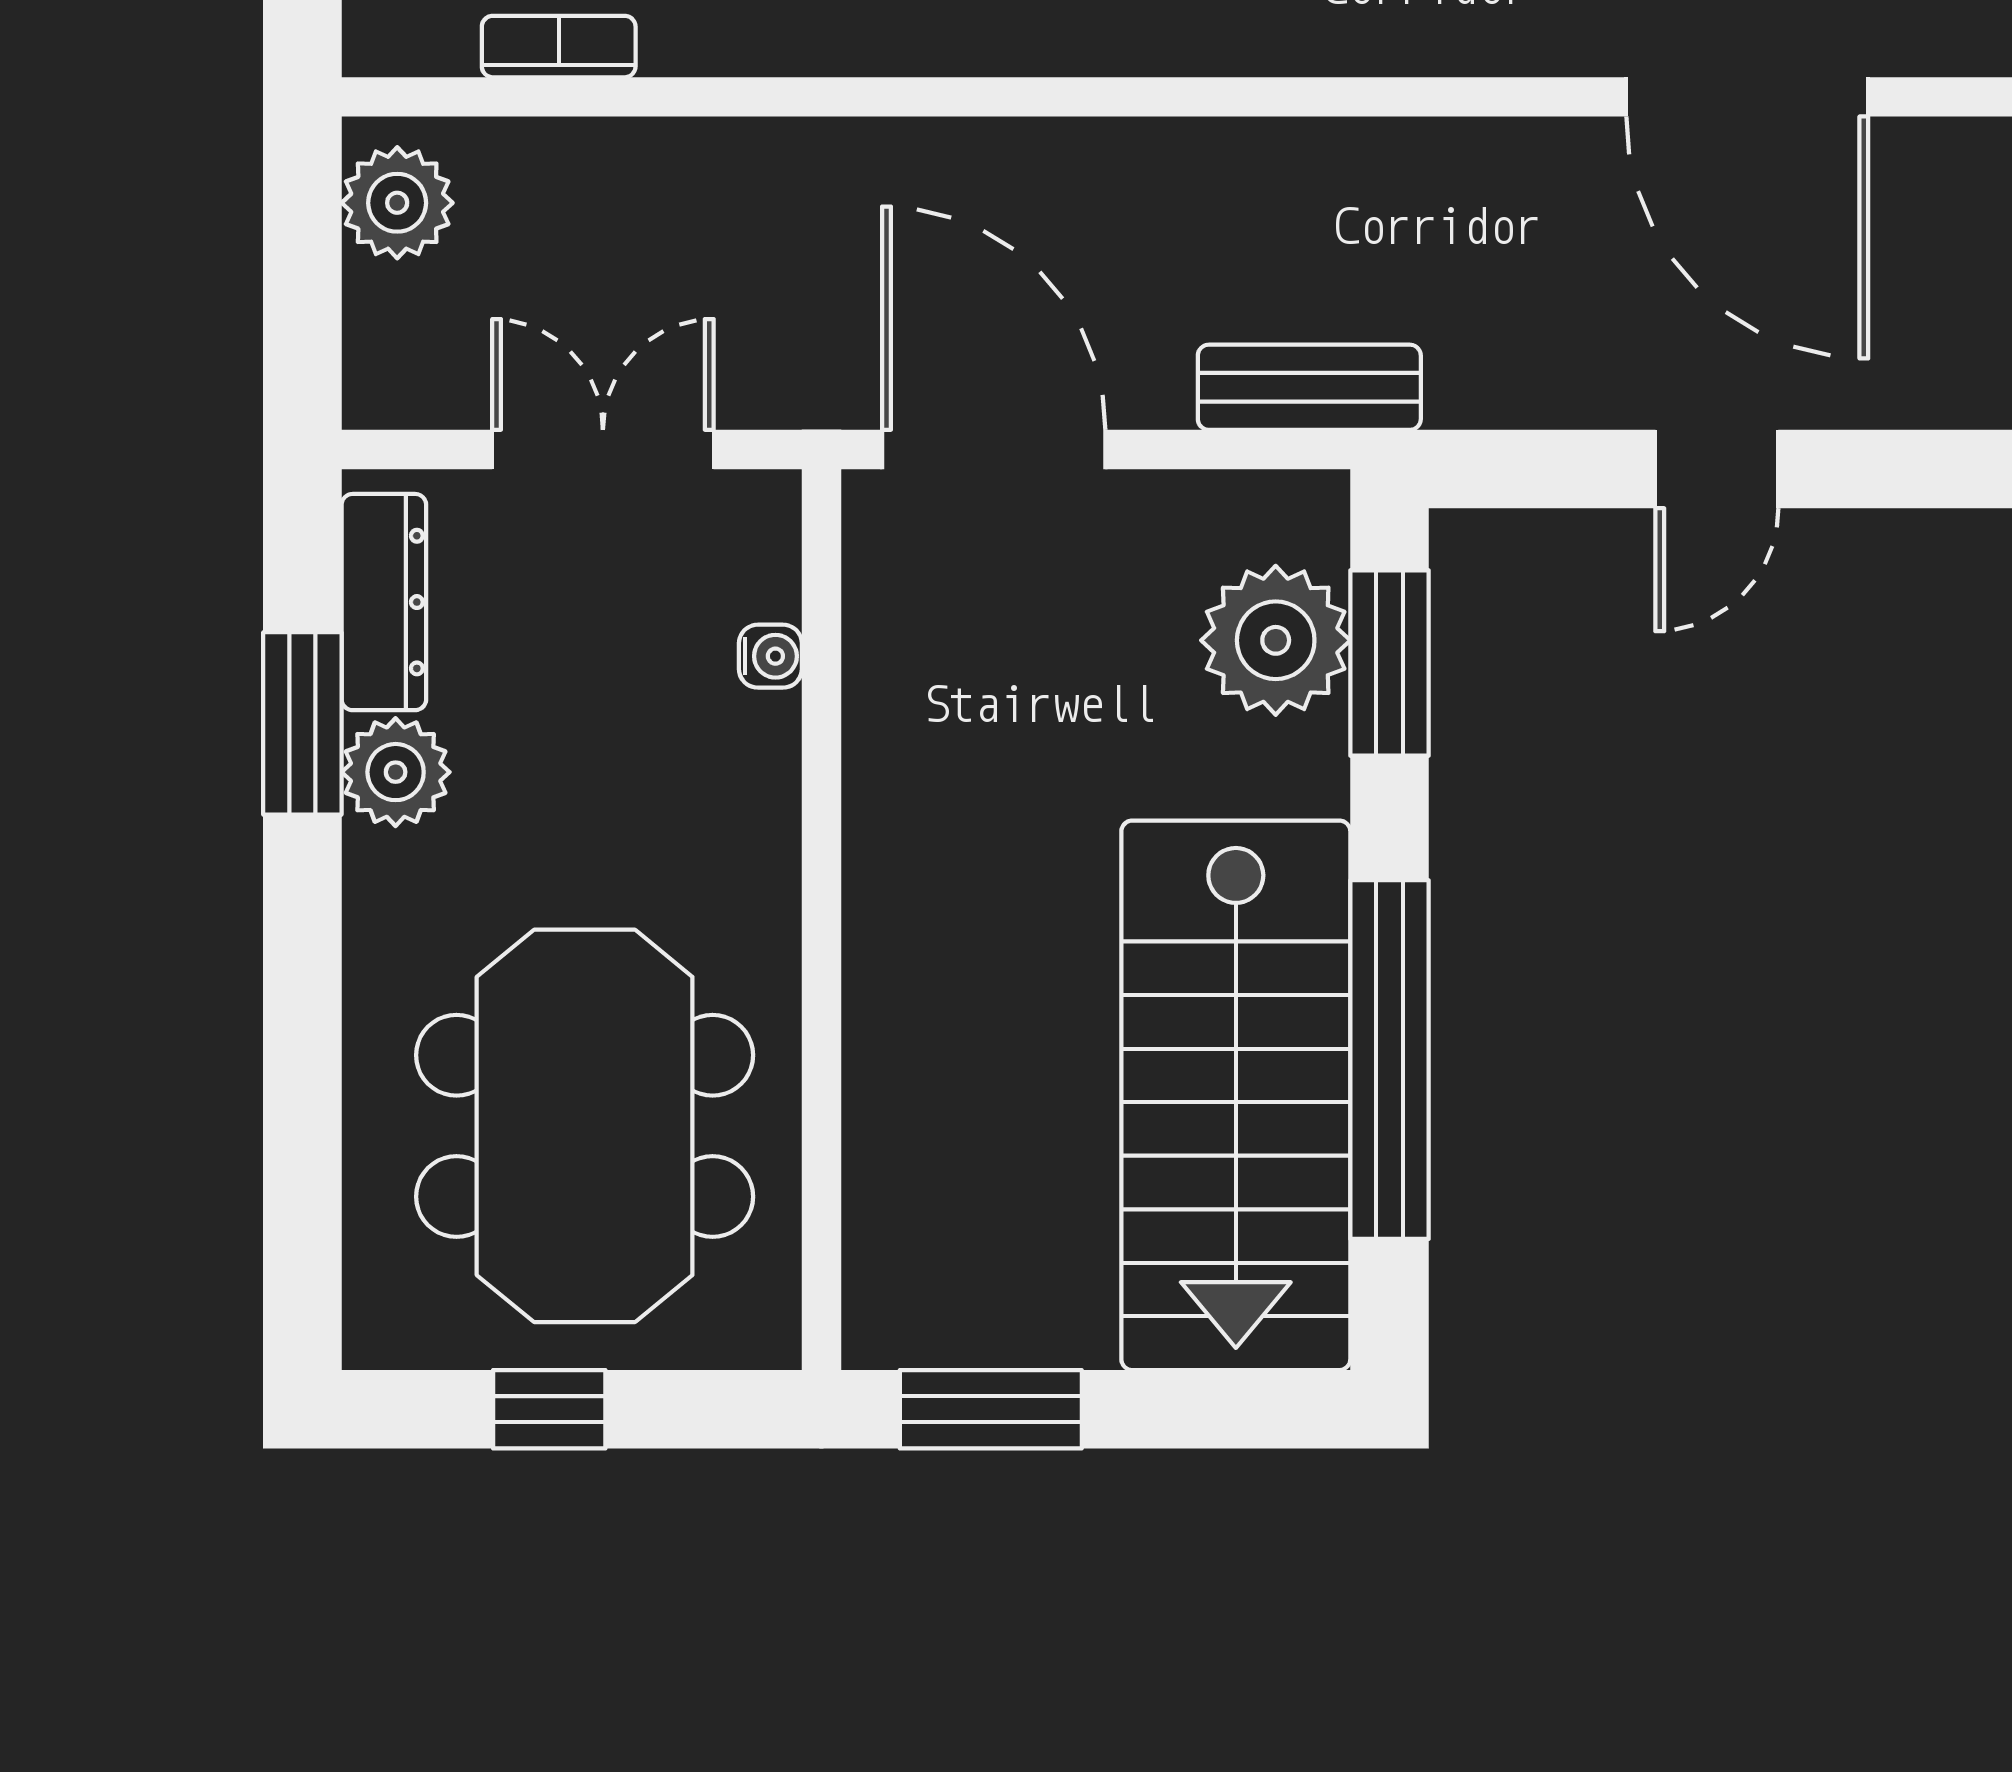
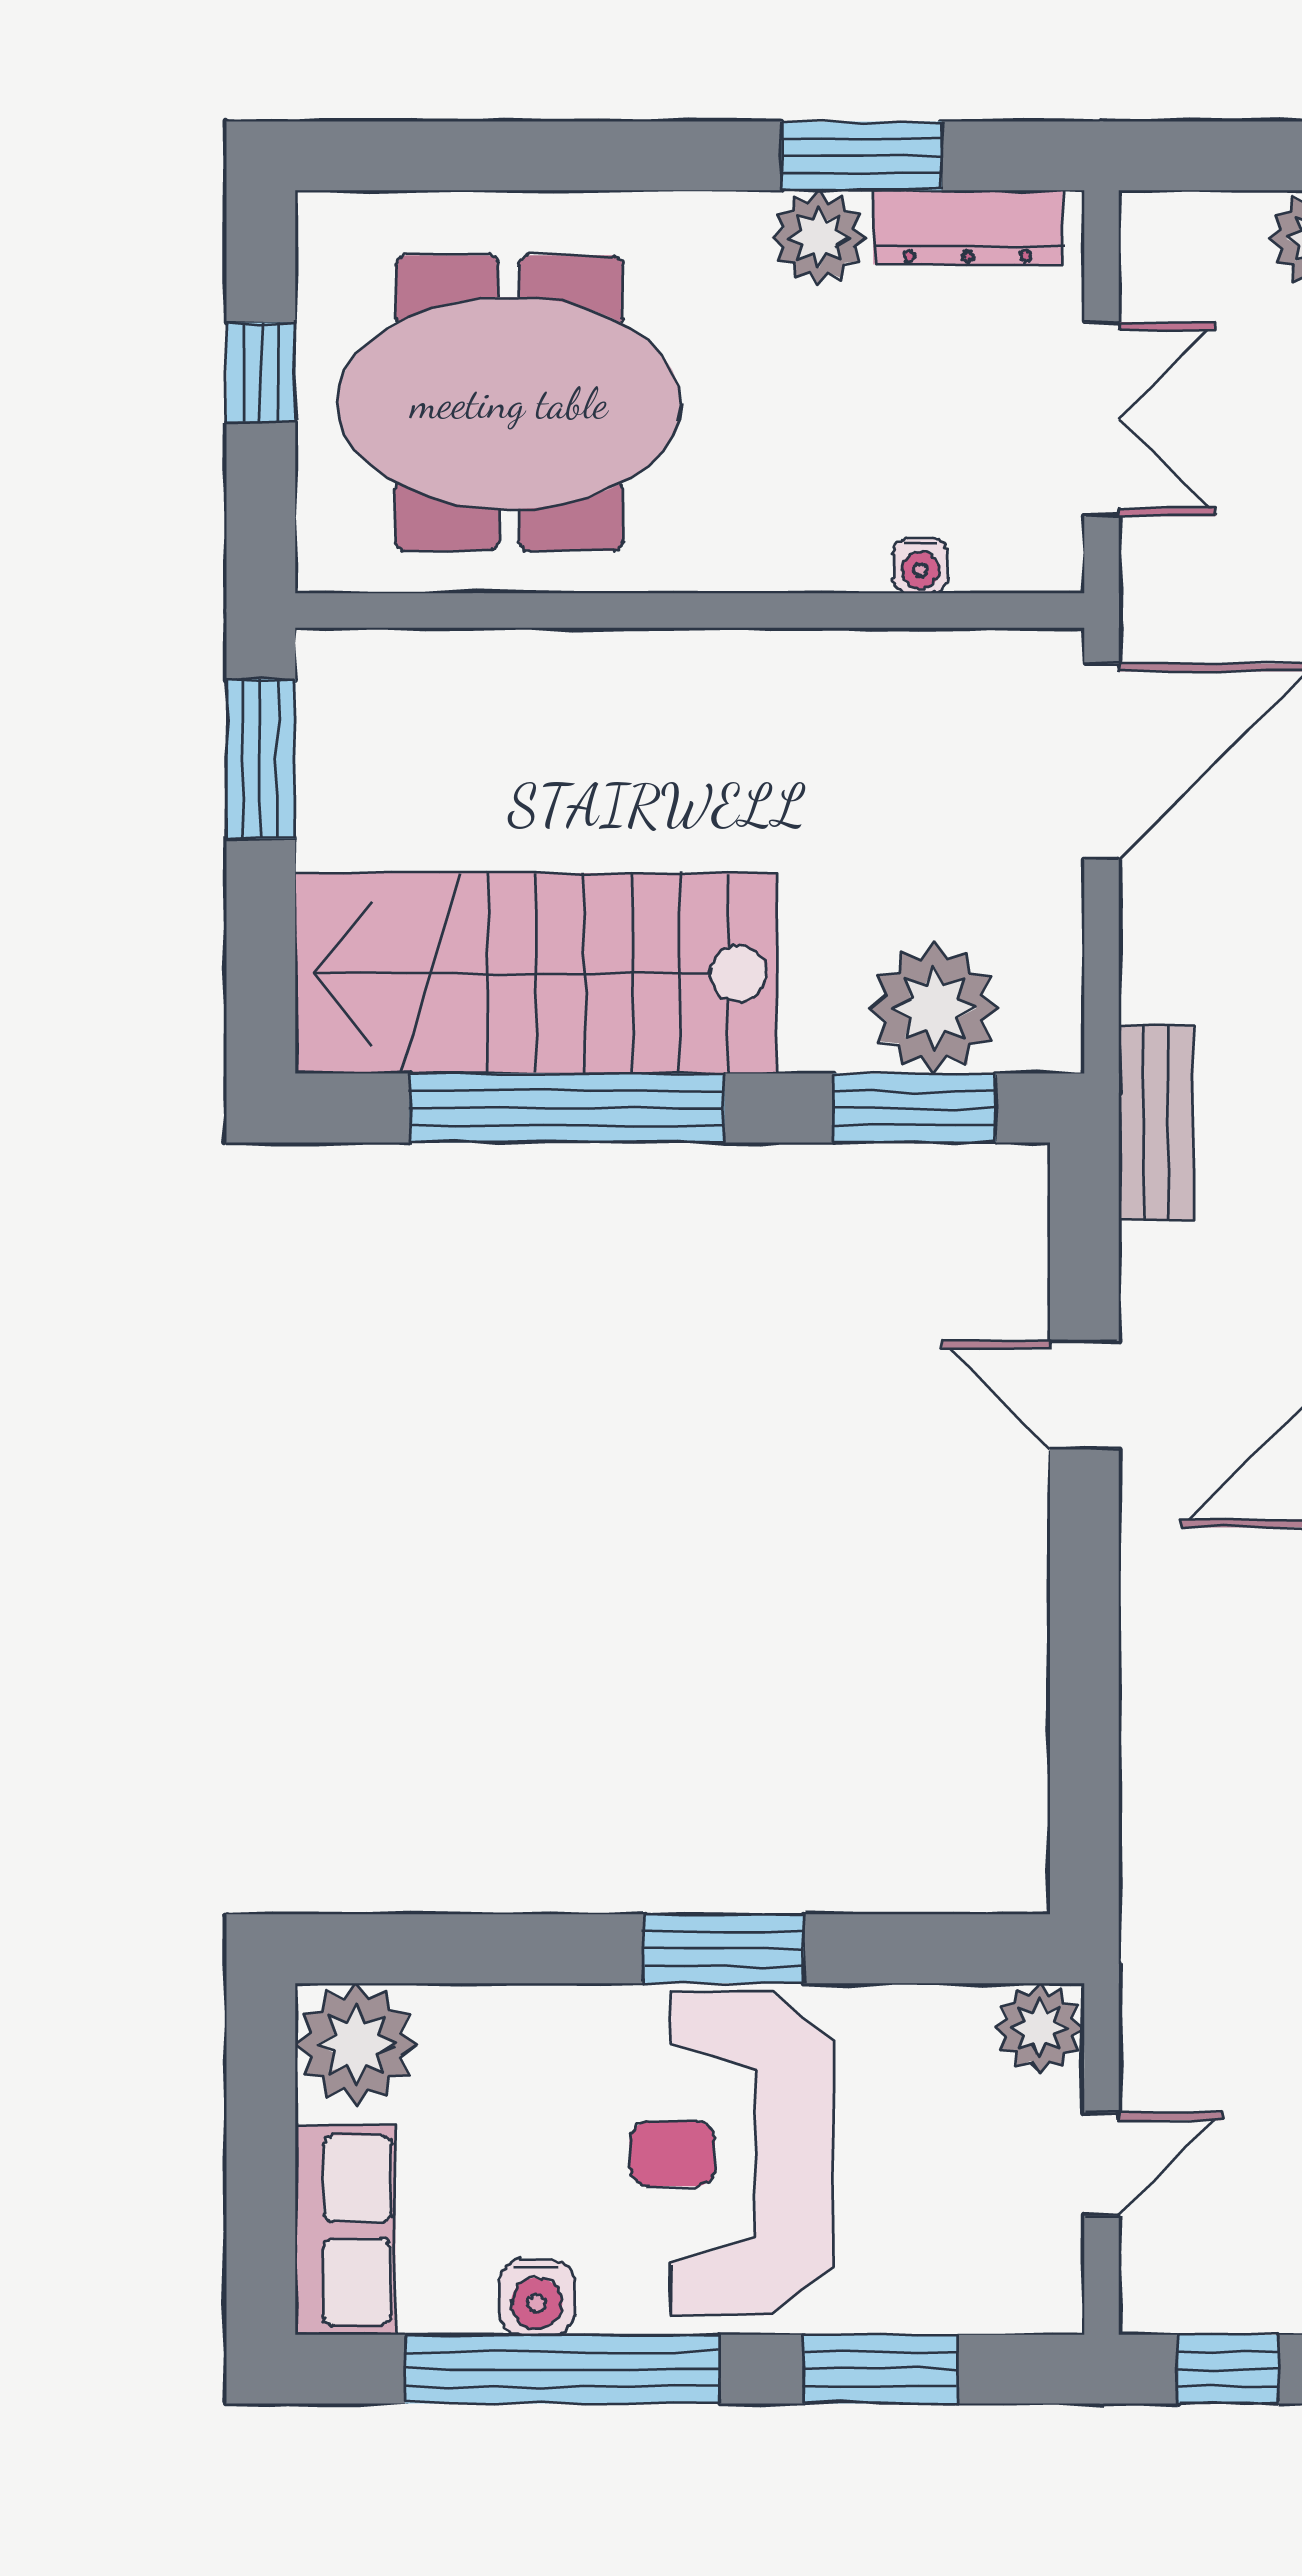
bench: (1309, 387) -> (1156, 1123), moved

